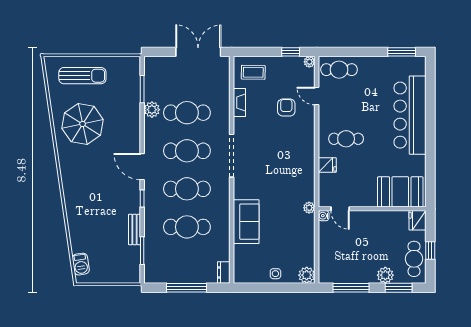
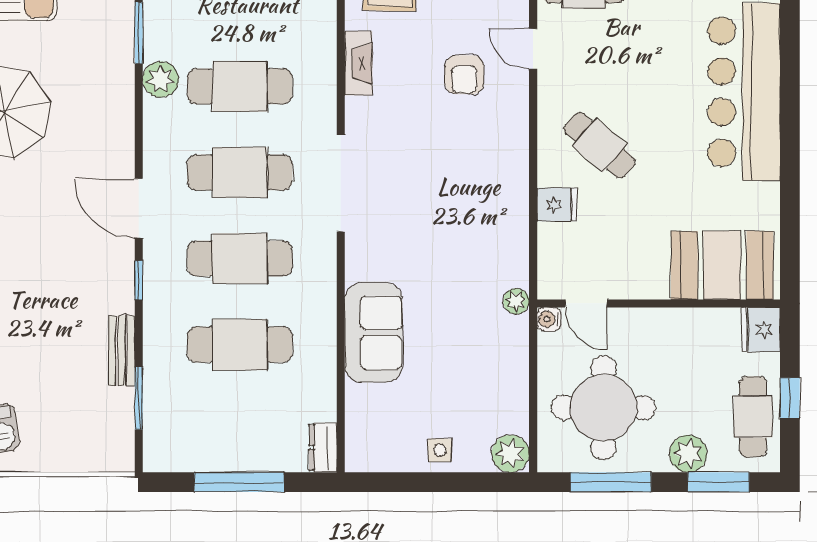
armchair: (286, 108) -> (464, 75), turned 180
cafe table: (346, 139) -> (600, 145), turned 41
round table: (348, 255) -> (603, 408), added

